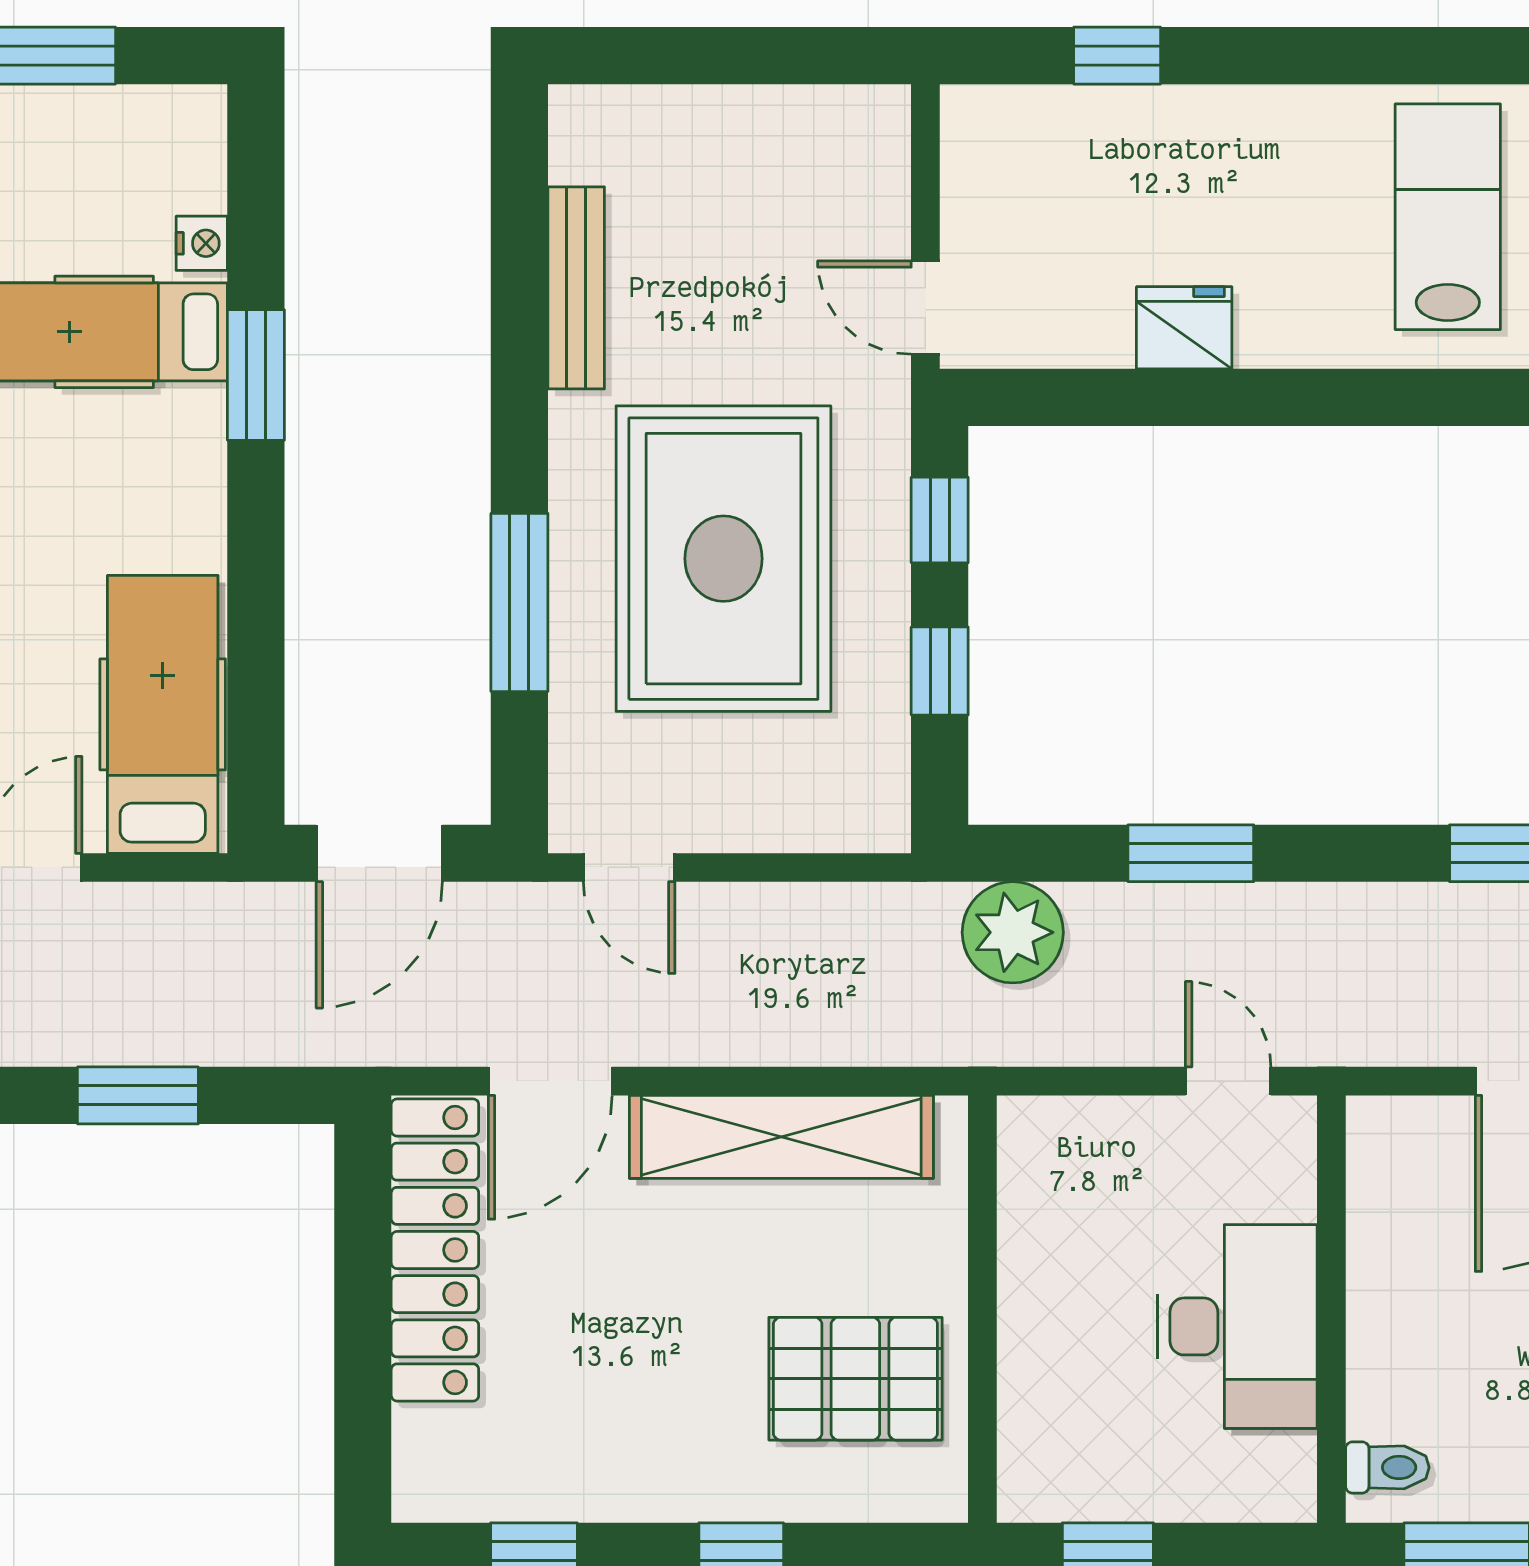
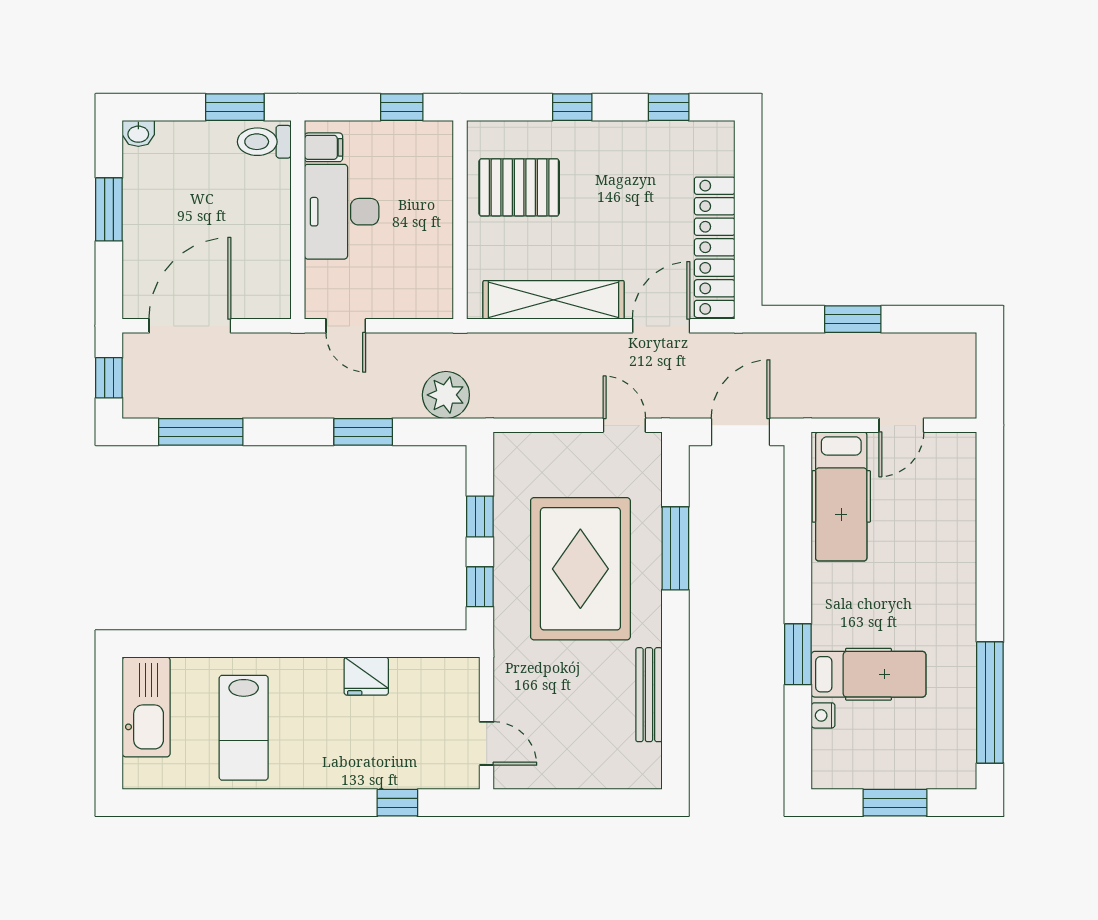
door: (925, 308) -> (487, 743), moved
filing cabinet: (1276, 1465) -> (324, 147), added
toilet: (1387, 1467) -> (264, 142), width x1.37, depth x1.39

